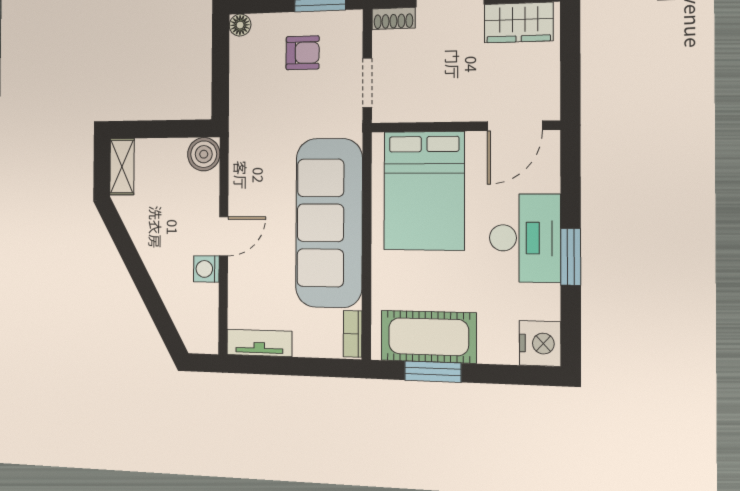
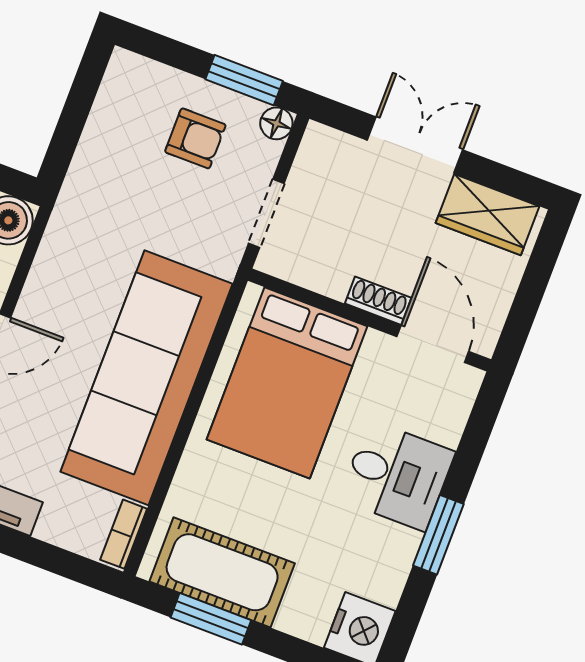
shoe rack: (393, 18) -> (378, 301), moved, turned 180
floor lamp: (240, 25) -> (276, 123), moved
door: (515, 126) -> (433, 344), swing flipped
desk: (525, 238) -> (397, 476), width x0.73

